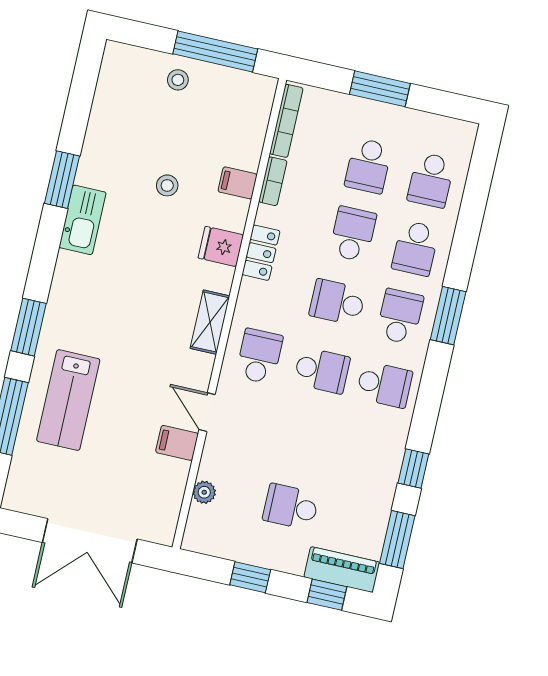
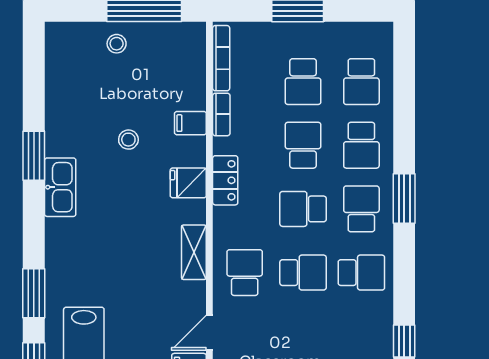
door: (207, 412) -> (209, 333), hinge flipped

